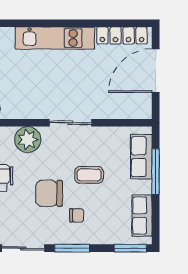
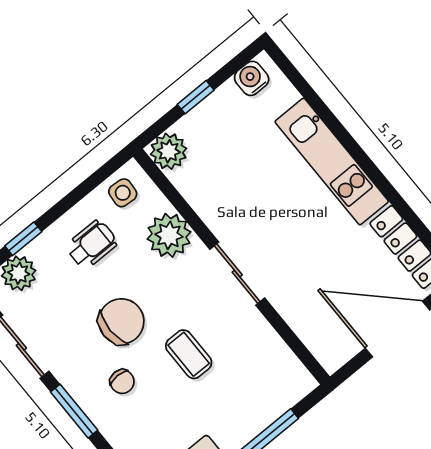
row of seats: (141, 157) -> (269, 403), removed
chair: (49, 193) -> (121, 321), turned 90

